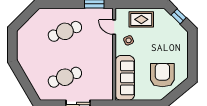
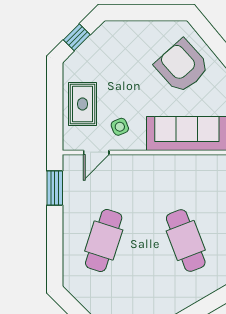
cafe table: (65, 31) -> (104, 241), turned 39
armchair: (162, 75) -> (182, 66), turned 48

